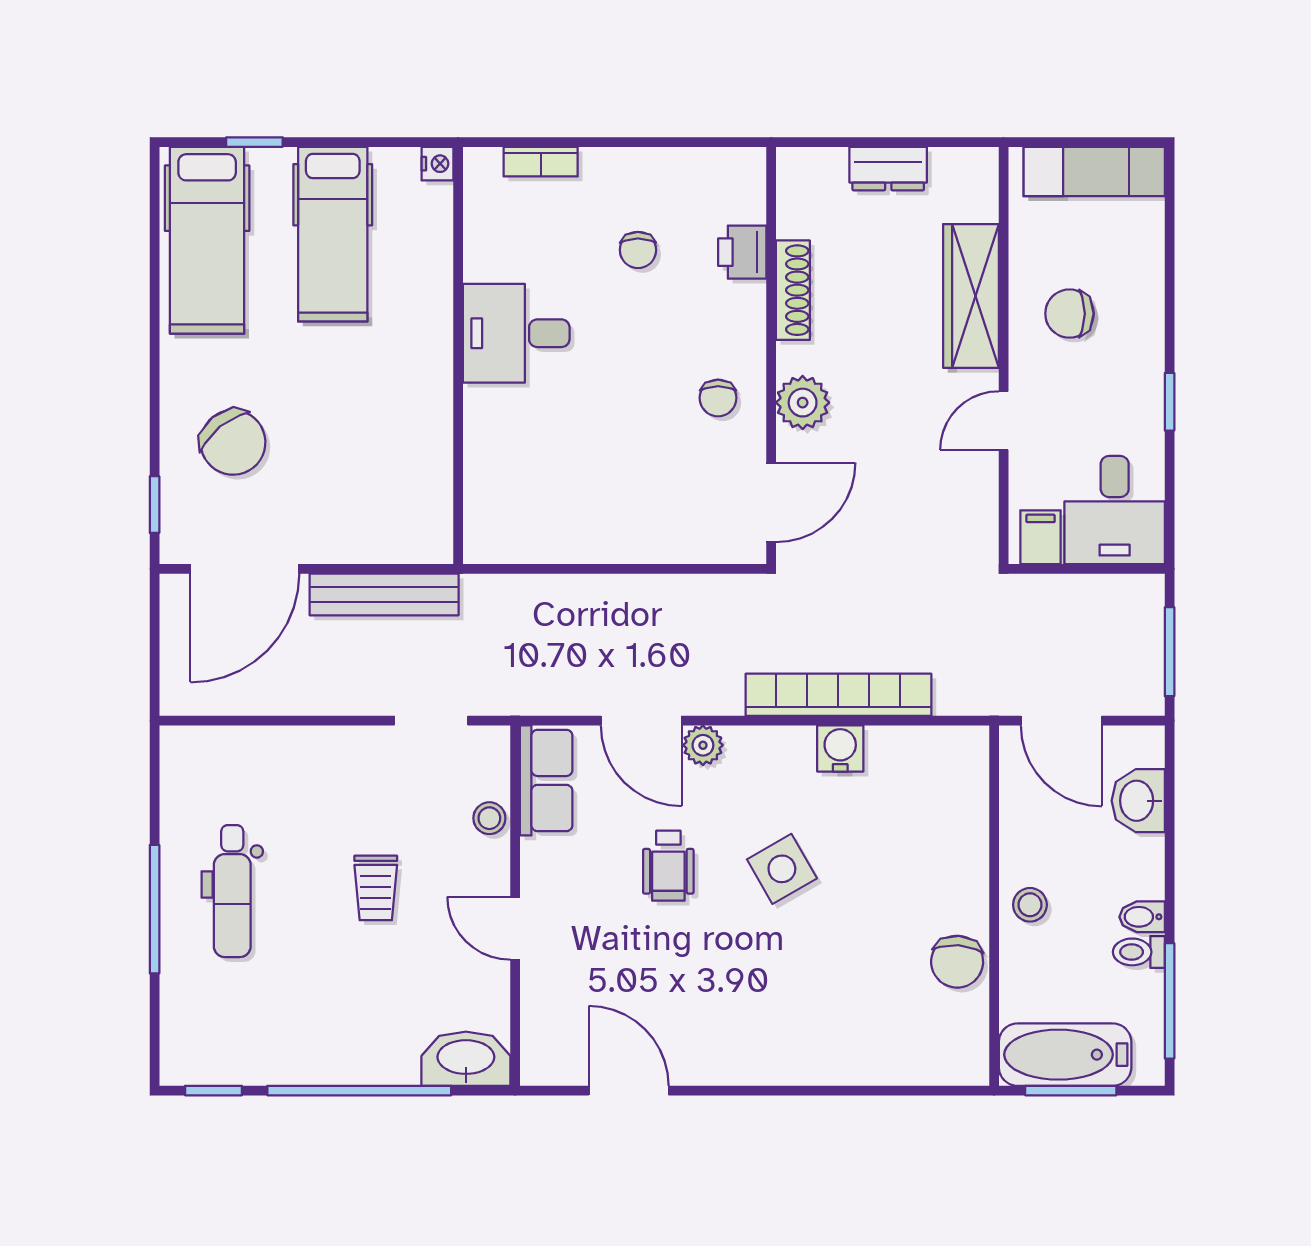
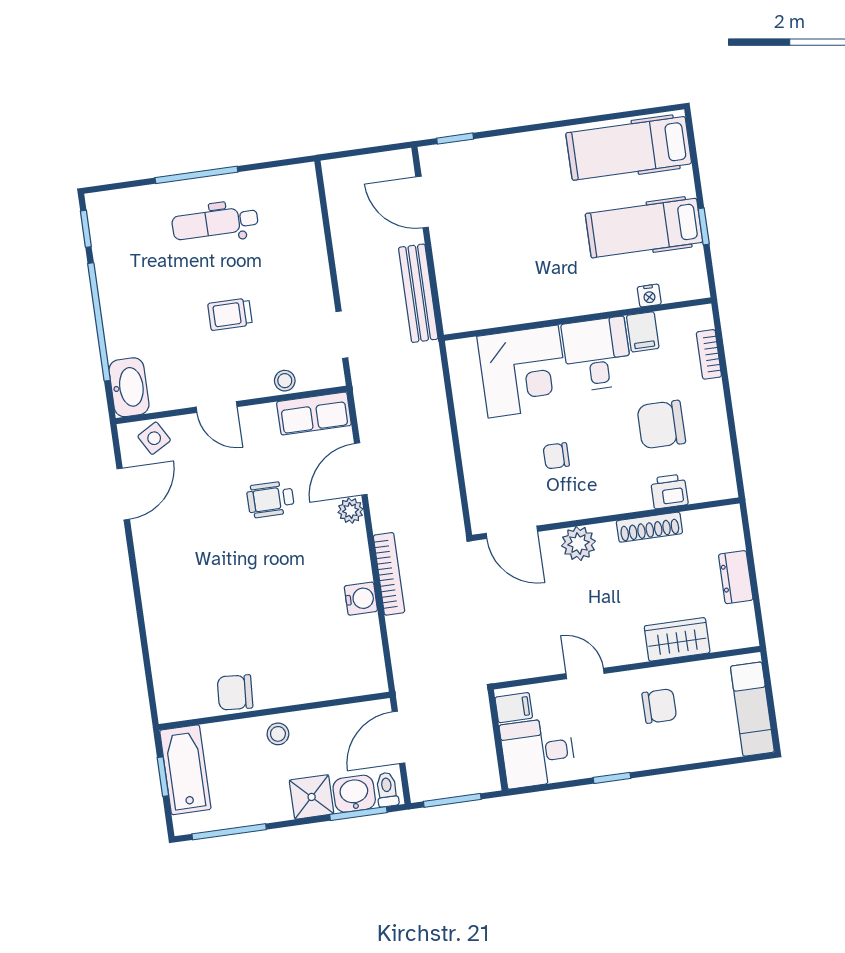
window: (254, 142) -> (704, 226), moved
nightstand: (437, 164) -> (649, 296), moved
chair: (638, 250) -> (661, 425), width x1.87, depth x1.87
filing cabinet: (492, 258) -> (643, 332), added
wardrobe: (971, 296) -> (677, 639), width x0.67
chair: (1069, 314) -> (659, 706), turned 90
chair: (718, 398) -> (556, 456), moved
chair: (233, 442) -> (502, 183), removed
corner desk: (527, 450) -> (523, 371), added
door: (245, 569) -> (422, 202), width x0.73
bookcase: (838, 695) -> (389, 574), width x0.68, depth x0.76
window: (1170, 799) -> (358, 814), added
shower: (1134, 867) -> (312, 797), added
side table: (782, 869) -> (154, 438), moved, width x0.73, depth x0.73
bidet: (1142, 917) -> (280, 807), removed
door: (515, 928) -> (217, 407), swing flipped
toilet: (1139, 952) -> (387, 790), moved
window: (1071, 1091) -> (163, 777), width x0.67

